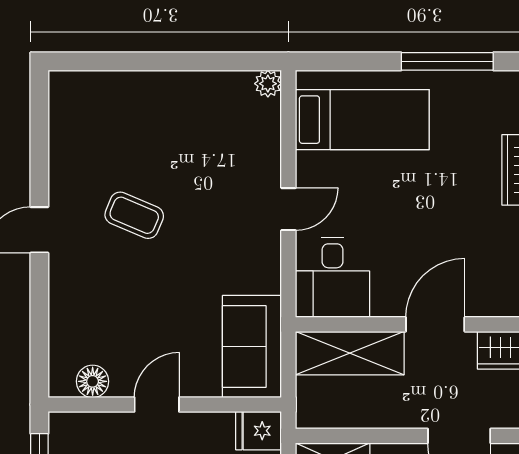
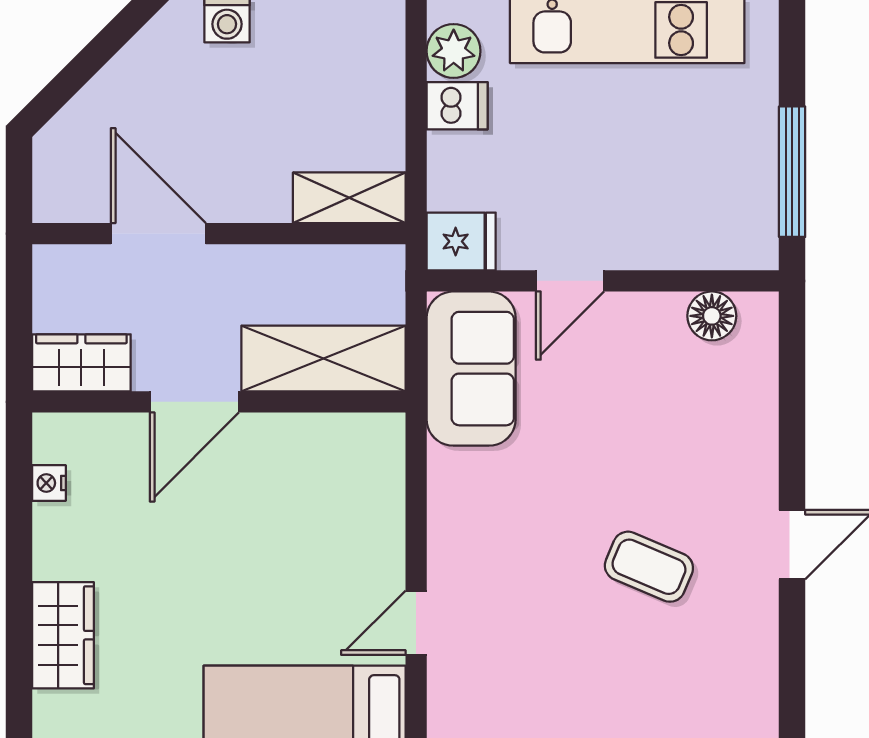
door: (288, 209) -> (416, 623), moved
desk: (332, 277) -> (350, 473), removed
door: (157, 405) -> (570, 281), moved

